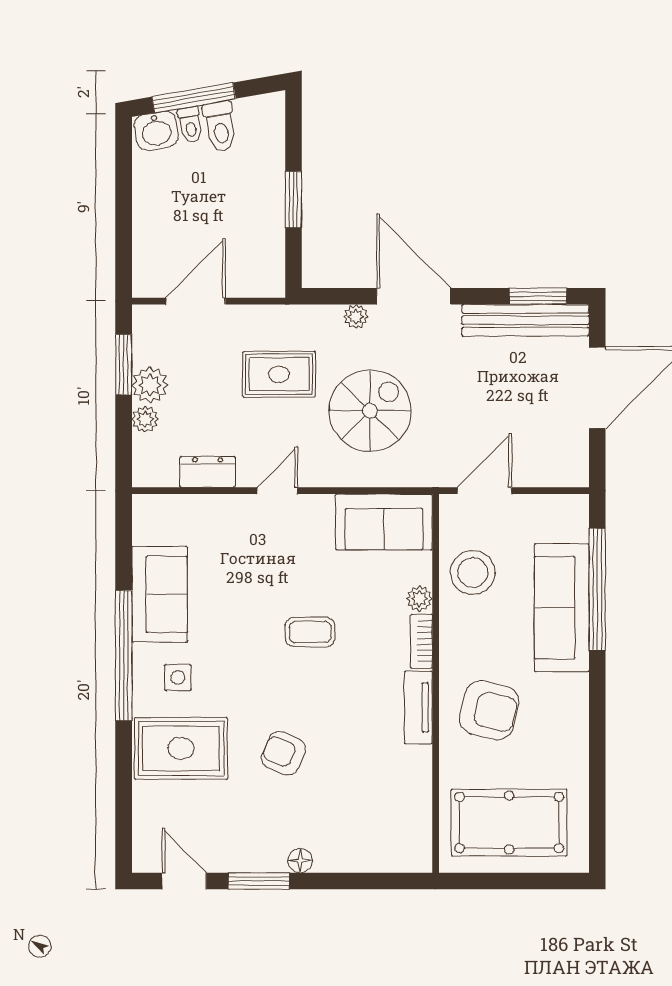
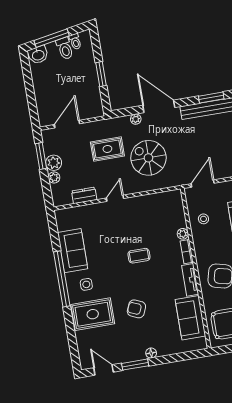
toilet: (190, 125) -> (75, 42), moved
spiral stairs: (370, 411) -> (148, 158), turned -90
sofa: (384, 522) -> (190, 318), moved, turned 90
stool: (473, 572) -> (203, 219), width x0.53, depth x0.53

